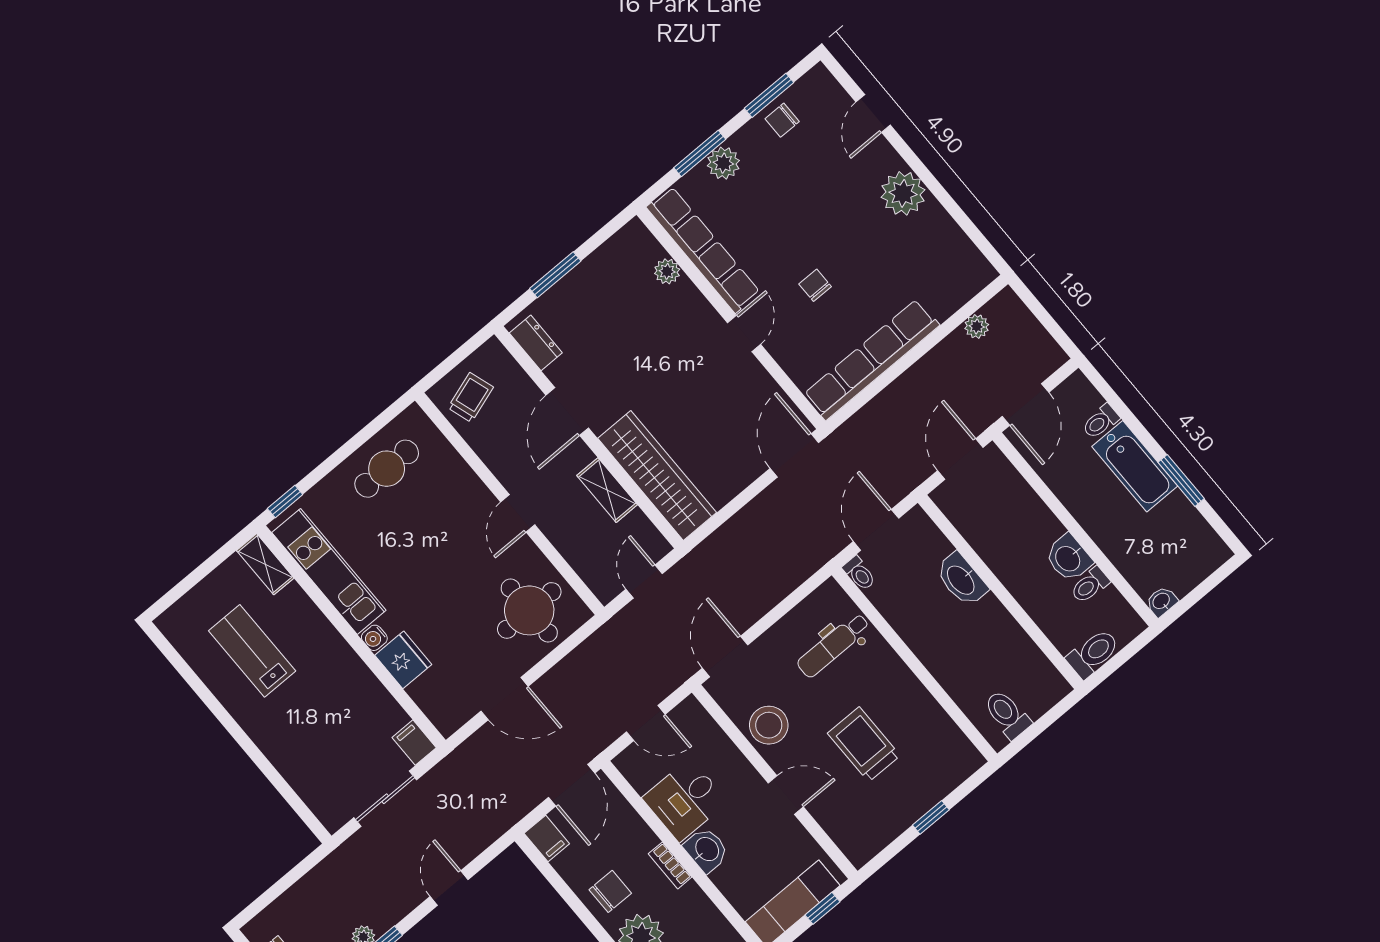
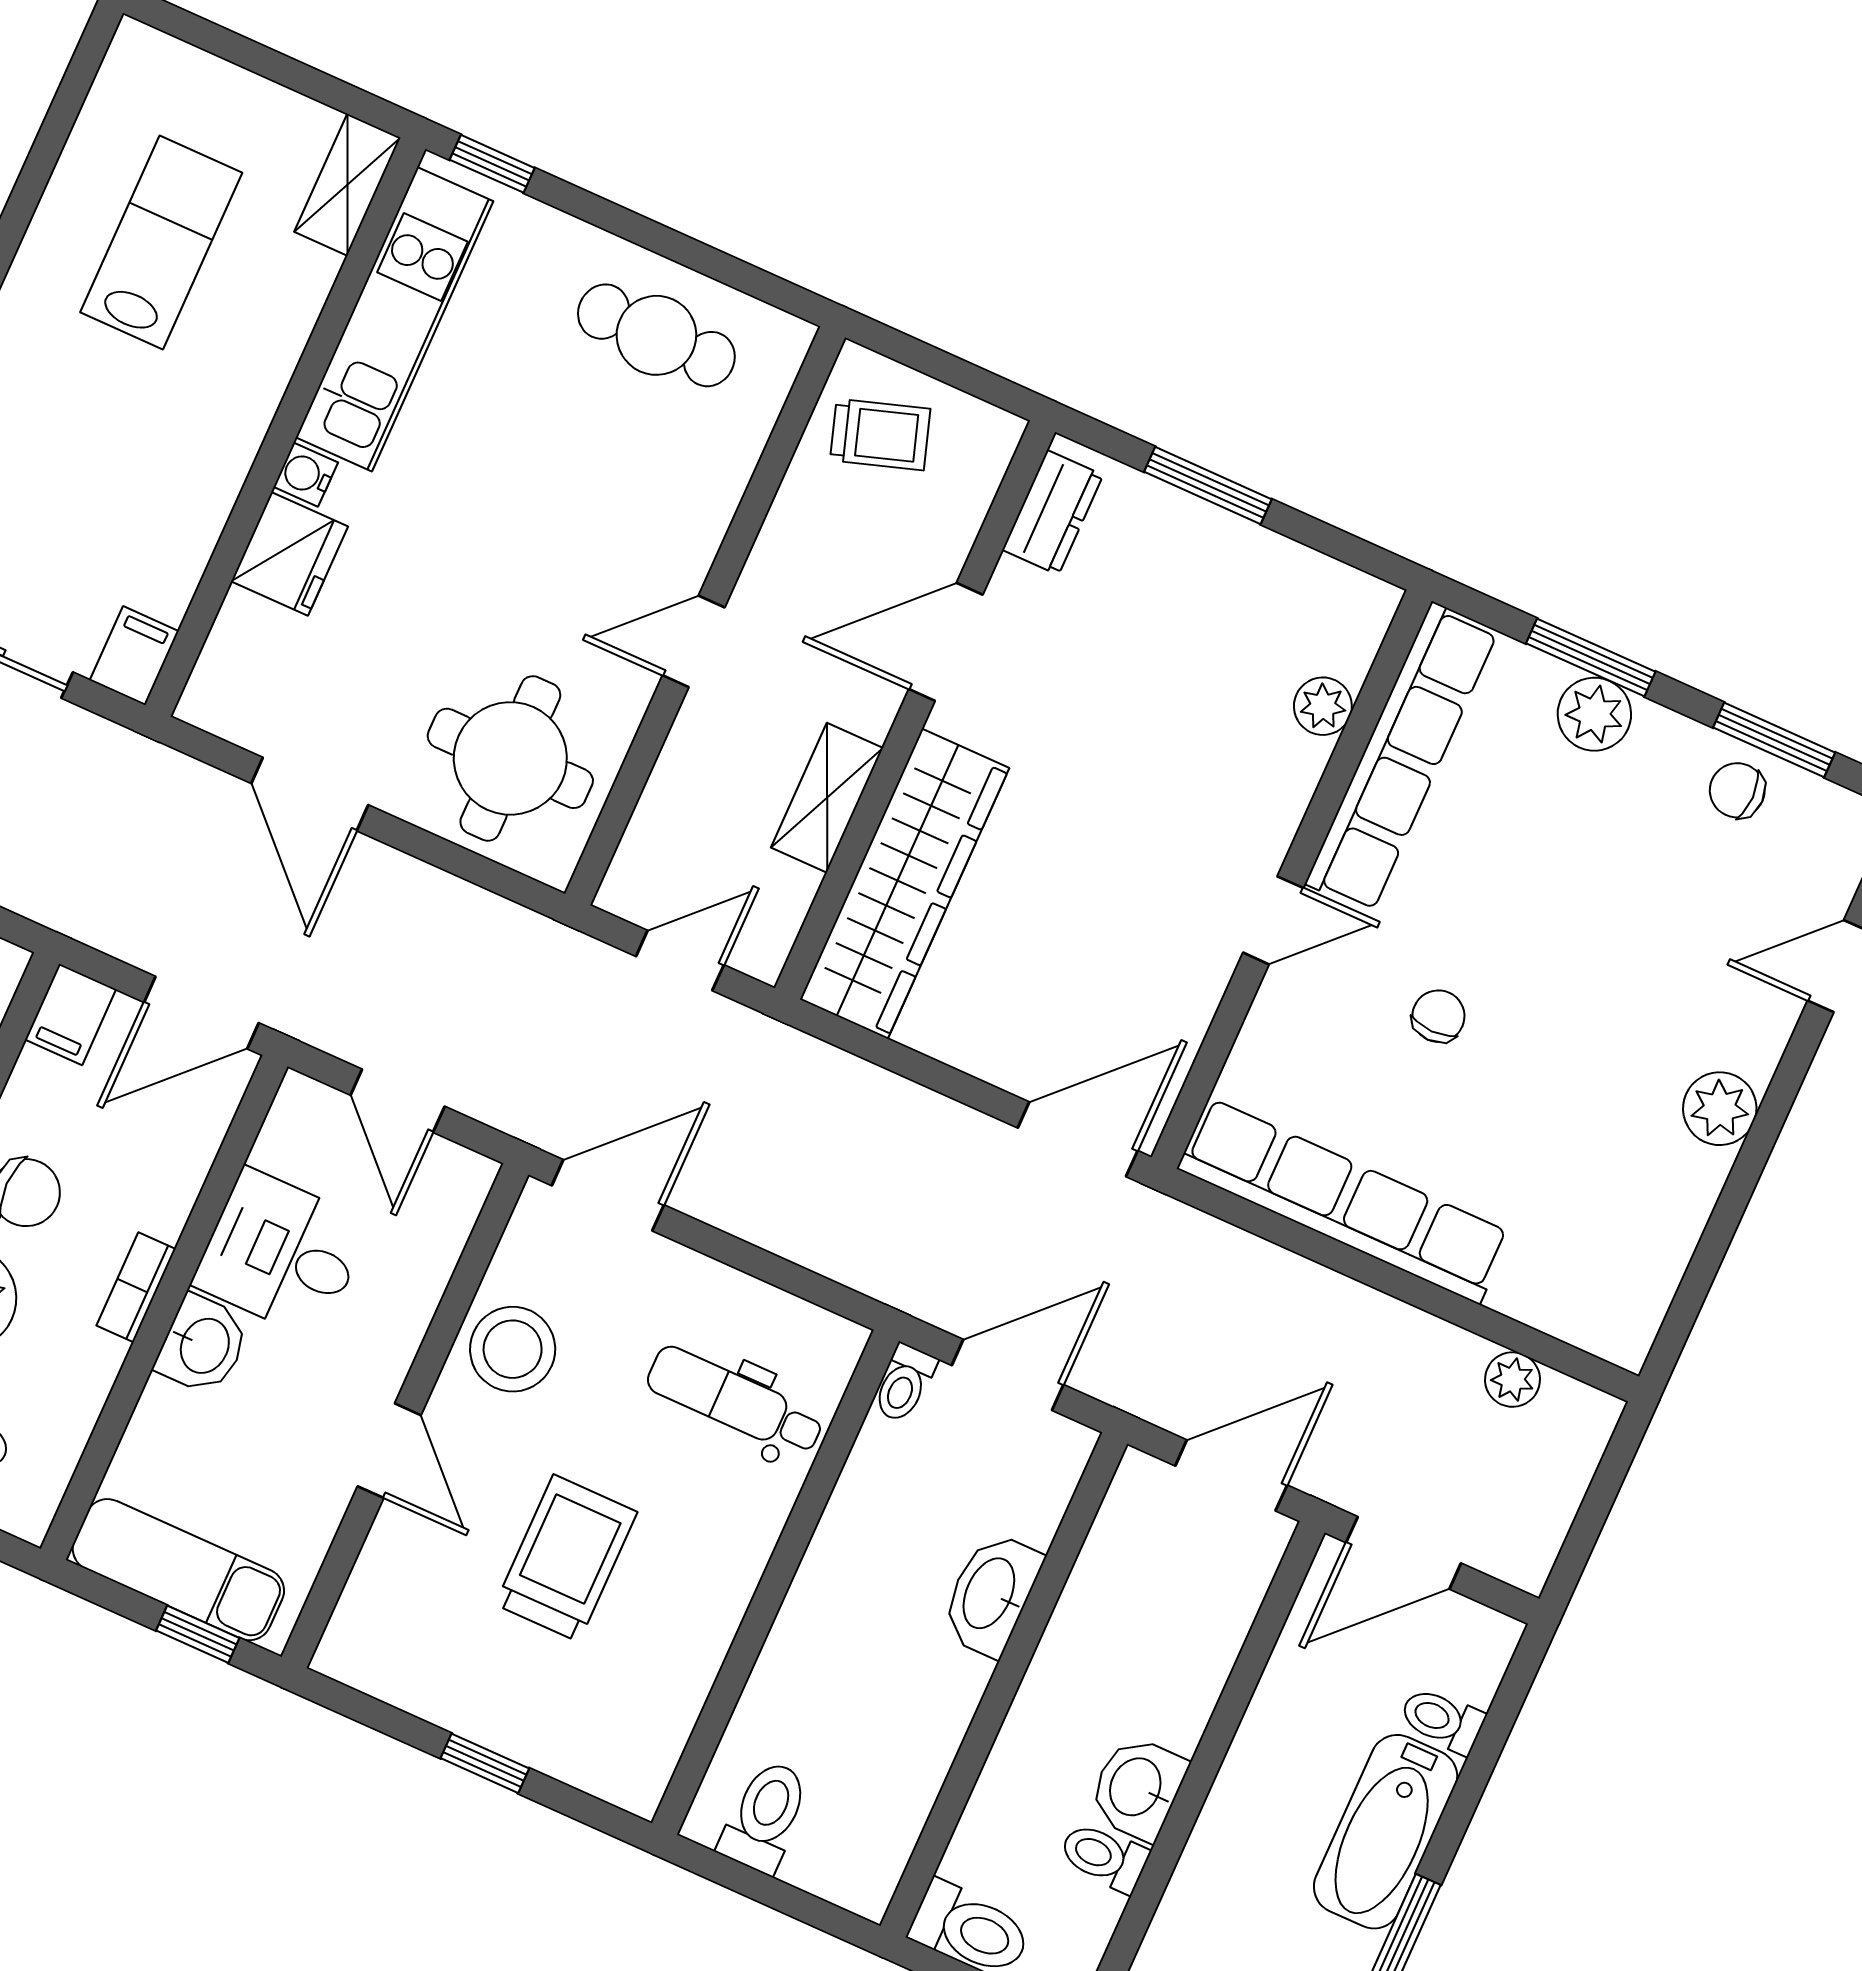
plant: (903, 193) -> (1720, 1109), width x0.73, depth x0.73

